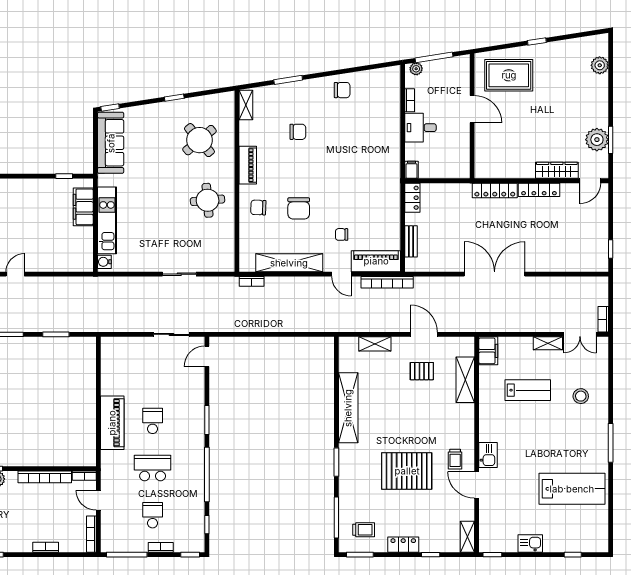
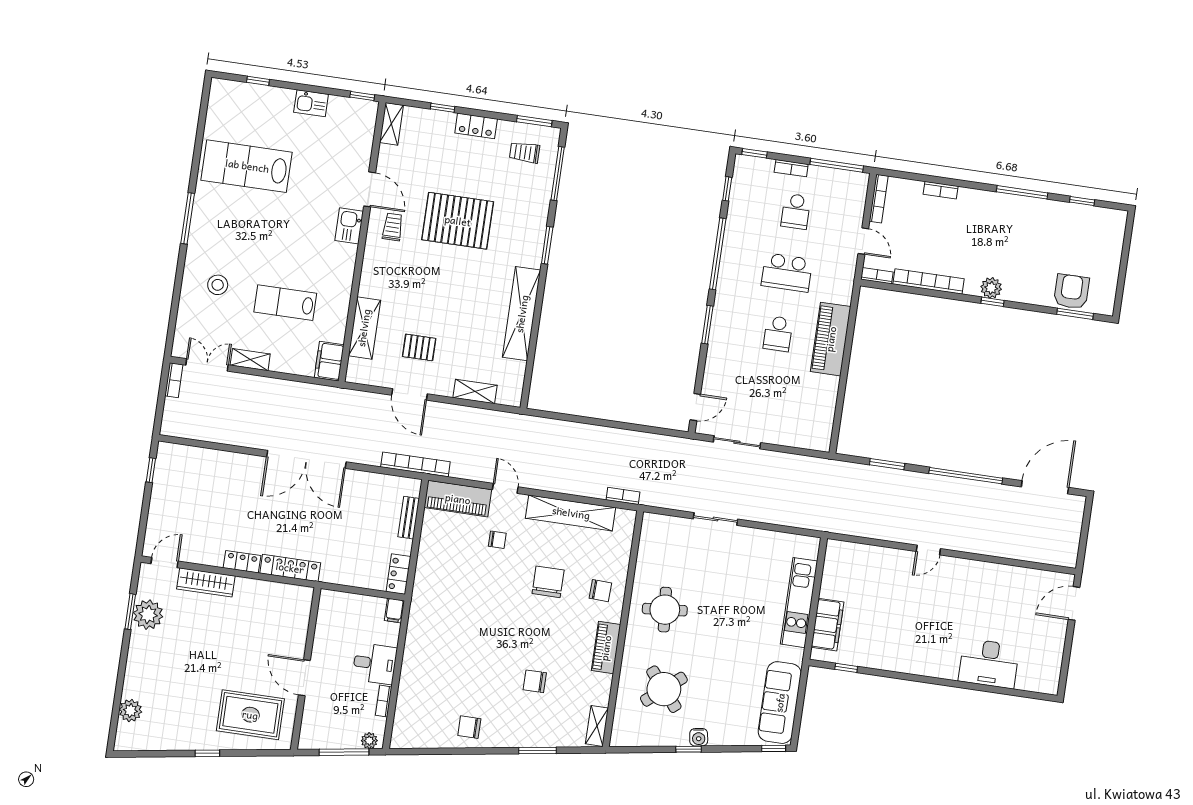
locker: (539, 190) -> (242, 562), width x0.66
water cooler: (104, 262) -> (699, 737), moved, turned 81
bookcase: (387, 282) -> (415, 464), moved

